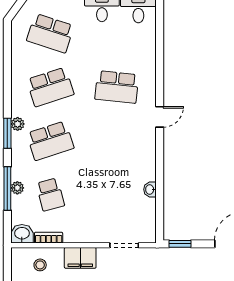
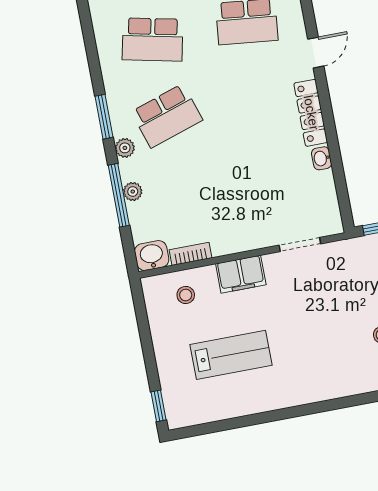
school desk: (50, 87) -> (152, 40), turned 30
plant: (18, 124) -> (125, 148), moved
locker: (148, 157) -> (311, 113), added
school desk: (50, 195) -> (181, 192), removed

